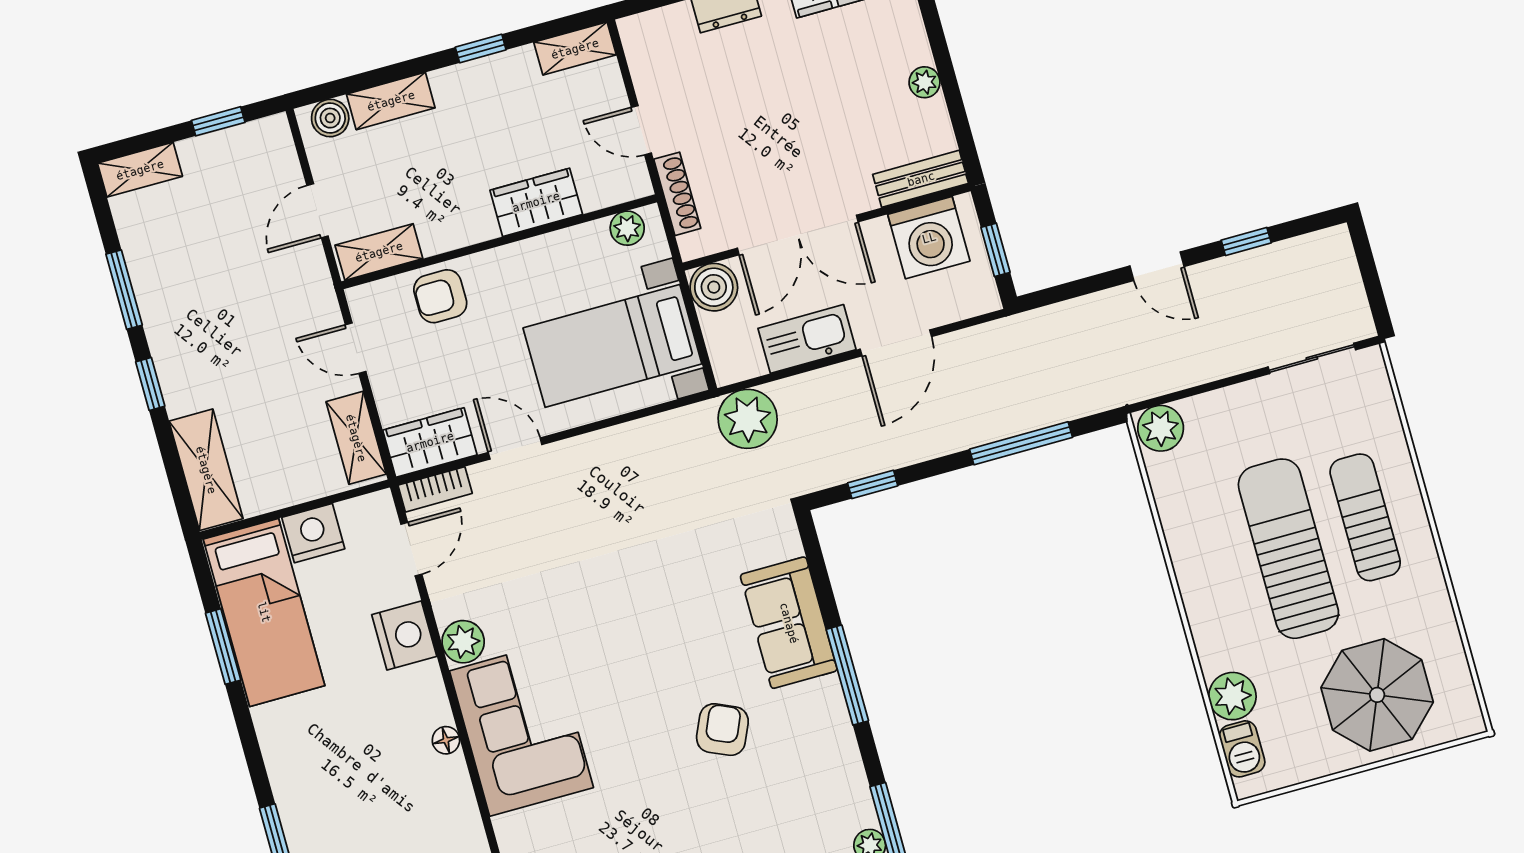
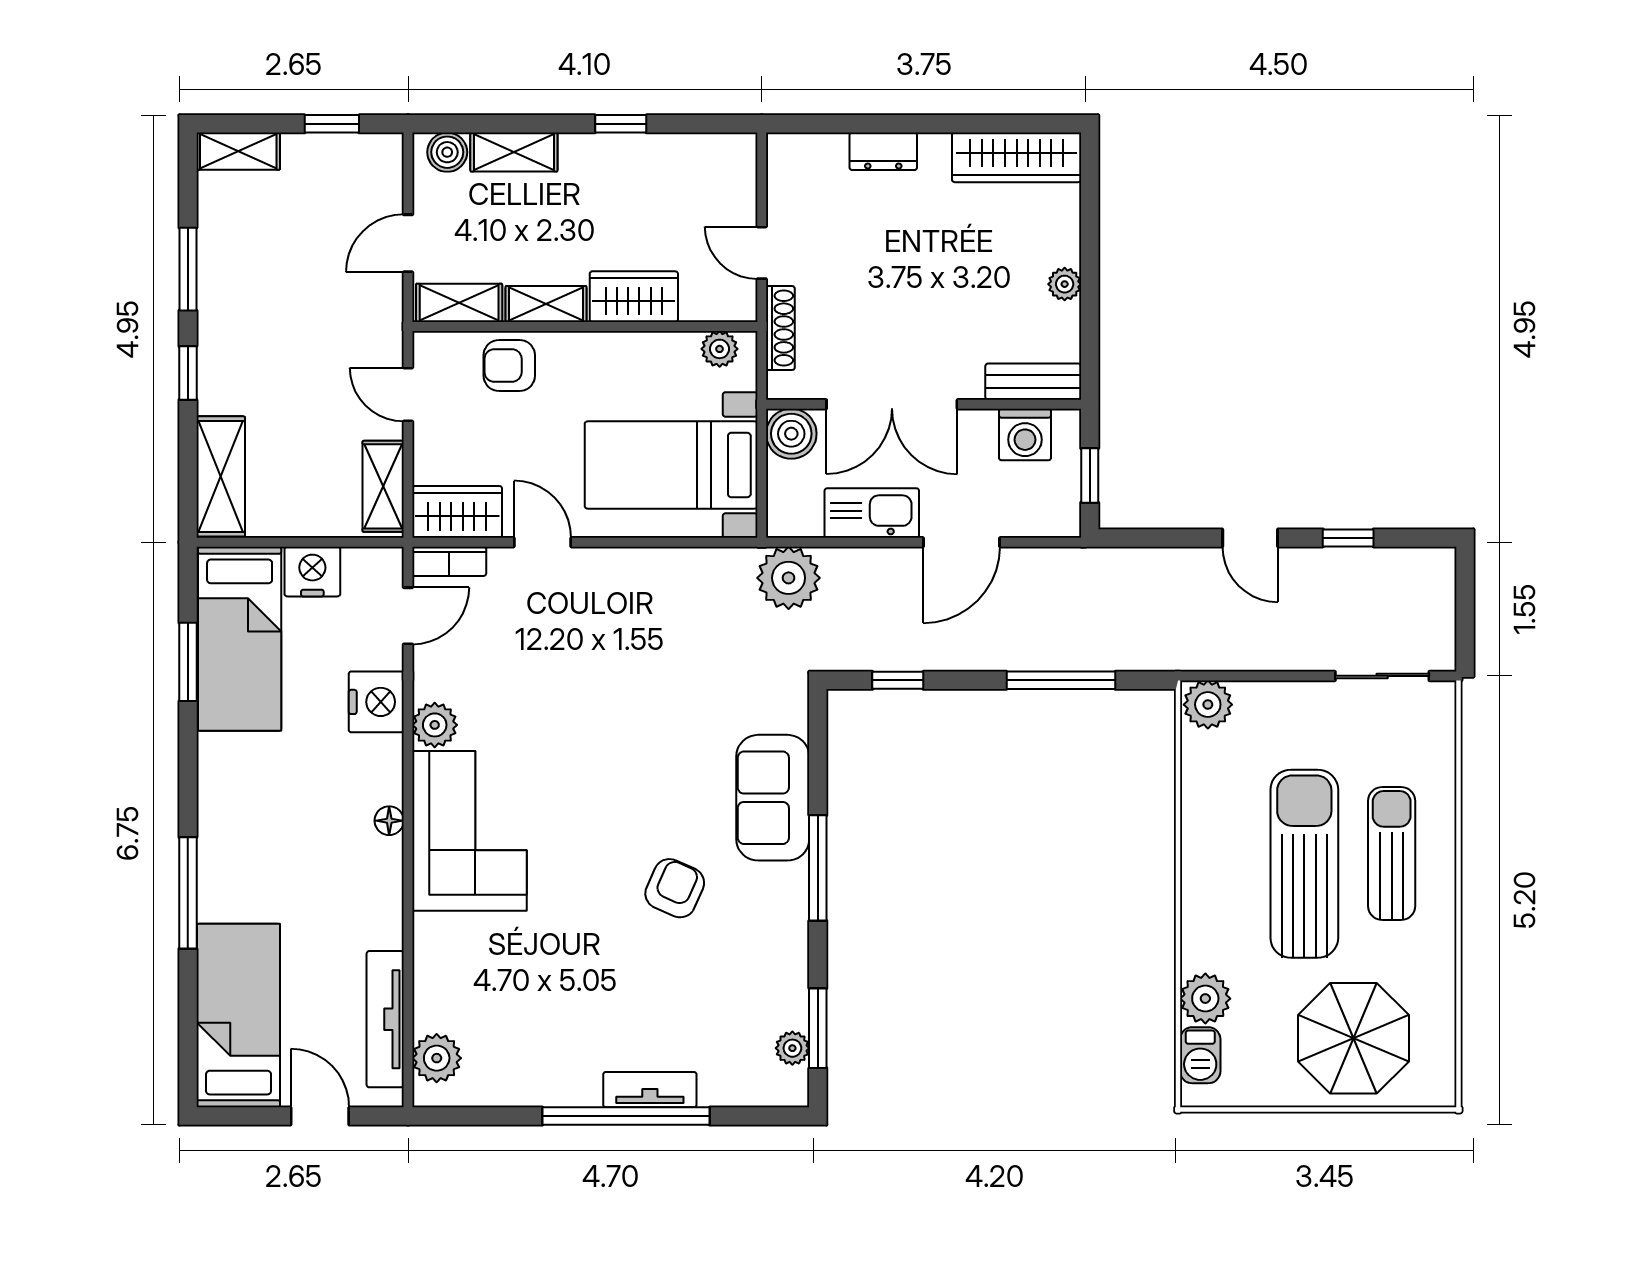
shelving: (575, 49) -> (546, 304), moved
washing machine: (929, 238) -> (1025, 434), width x0.73, depth x0.73

